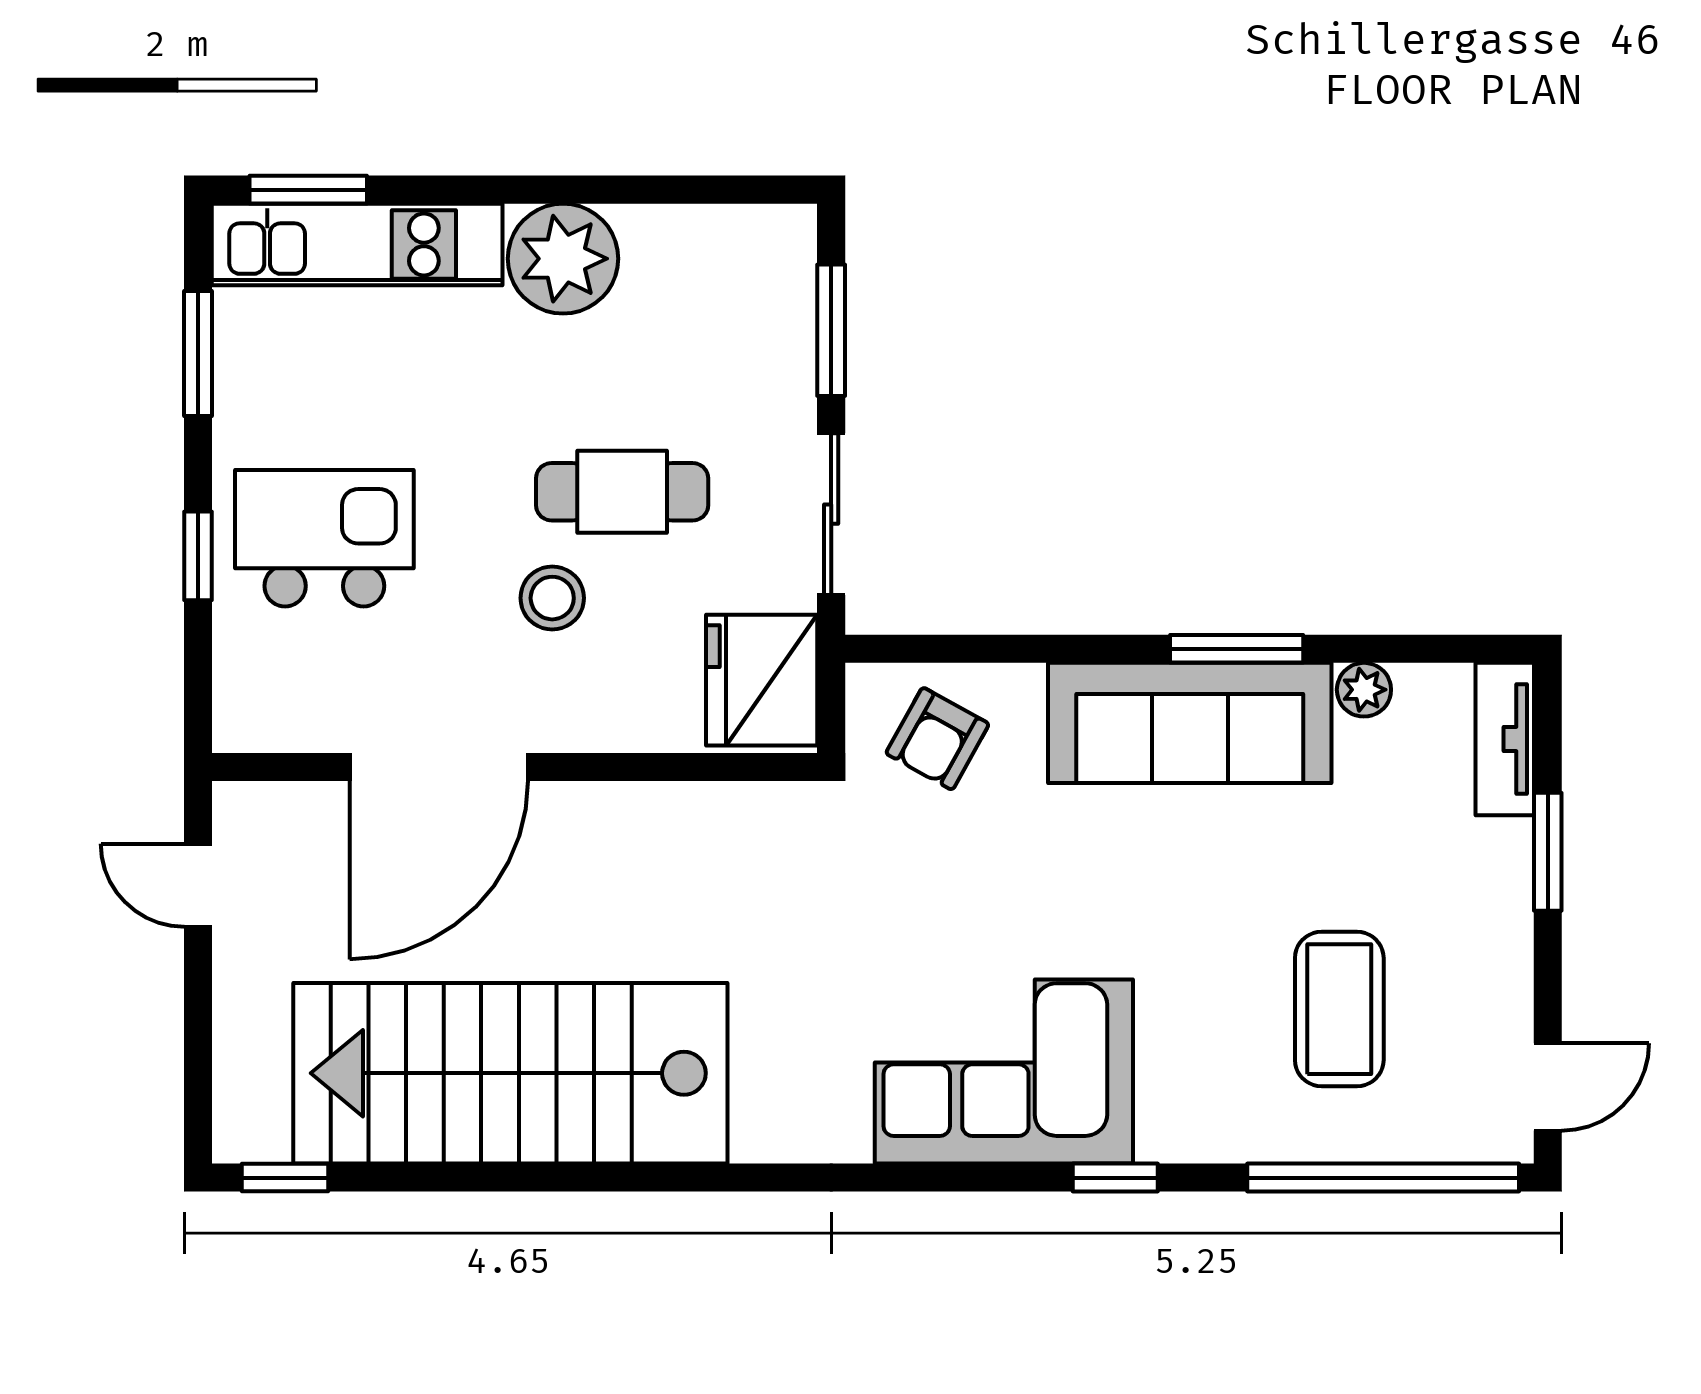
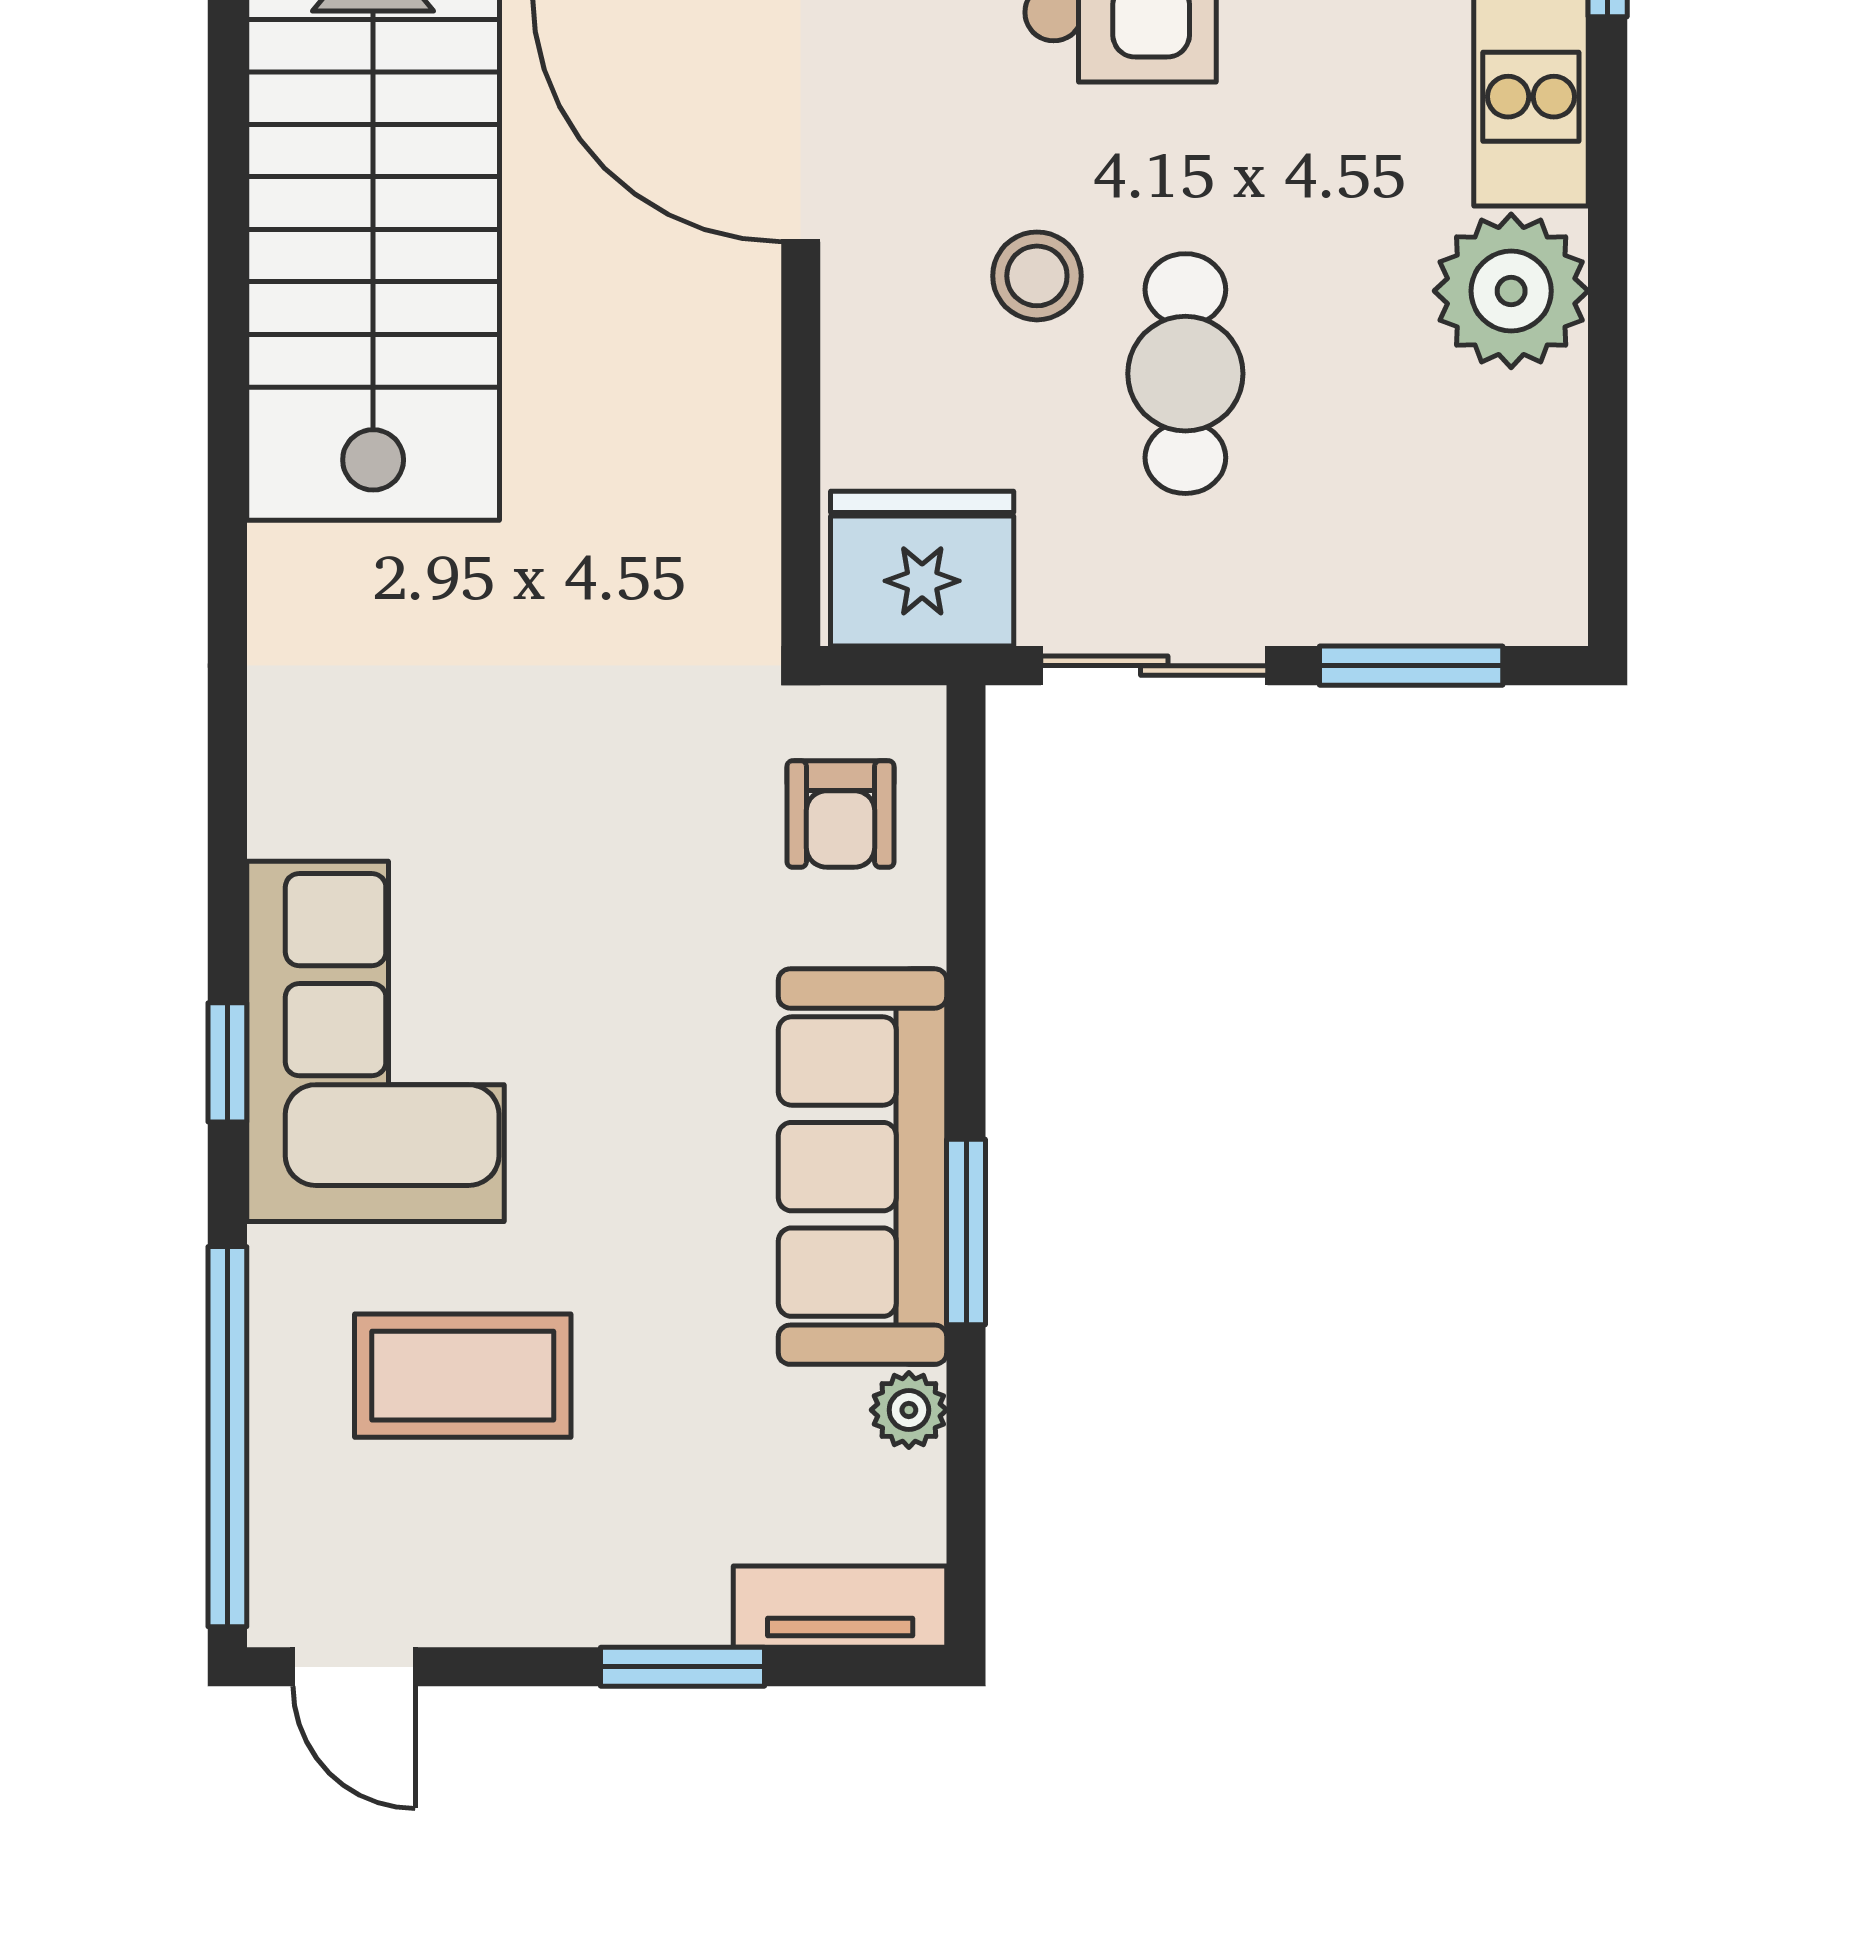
armchair: (937, 739) -> (841, 814), turned -119
corner sofa: (1004, 1072) -> (375, 1041), moved

